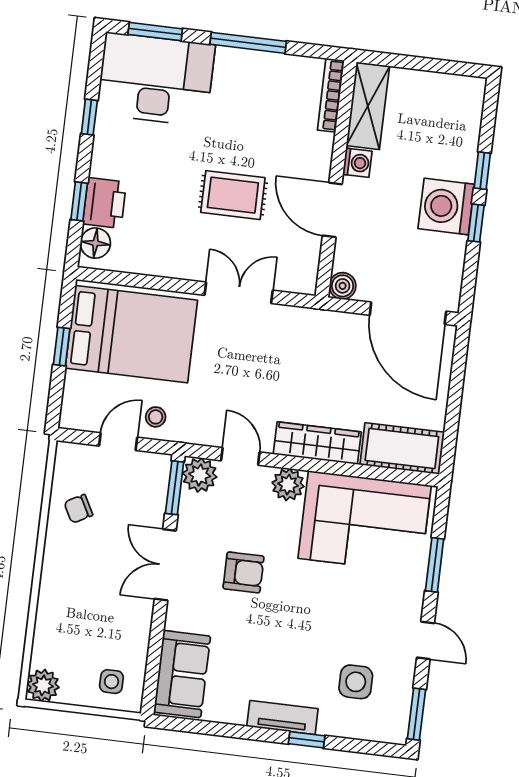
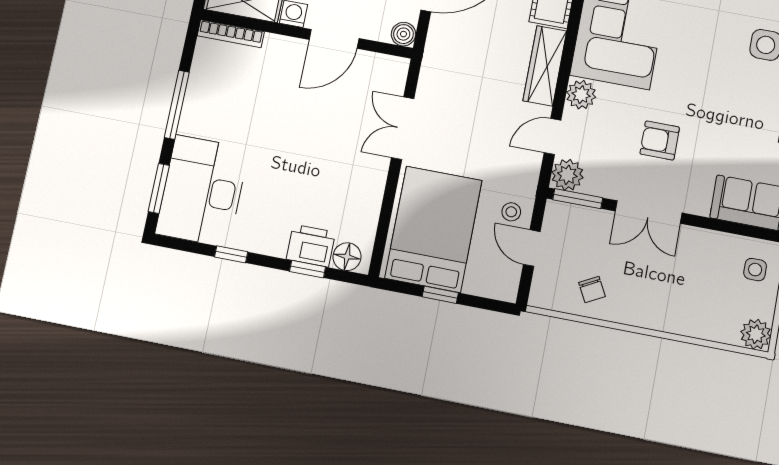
rug: (233, 195) -> (313, 128), removed
armchair: (244, 572) -> (660, 140), turned -90

